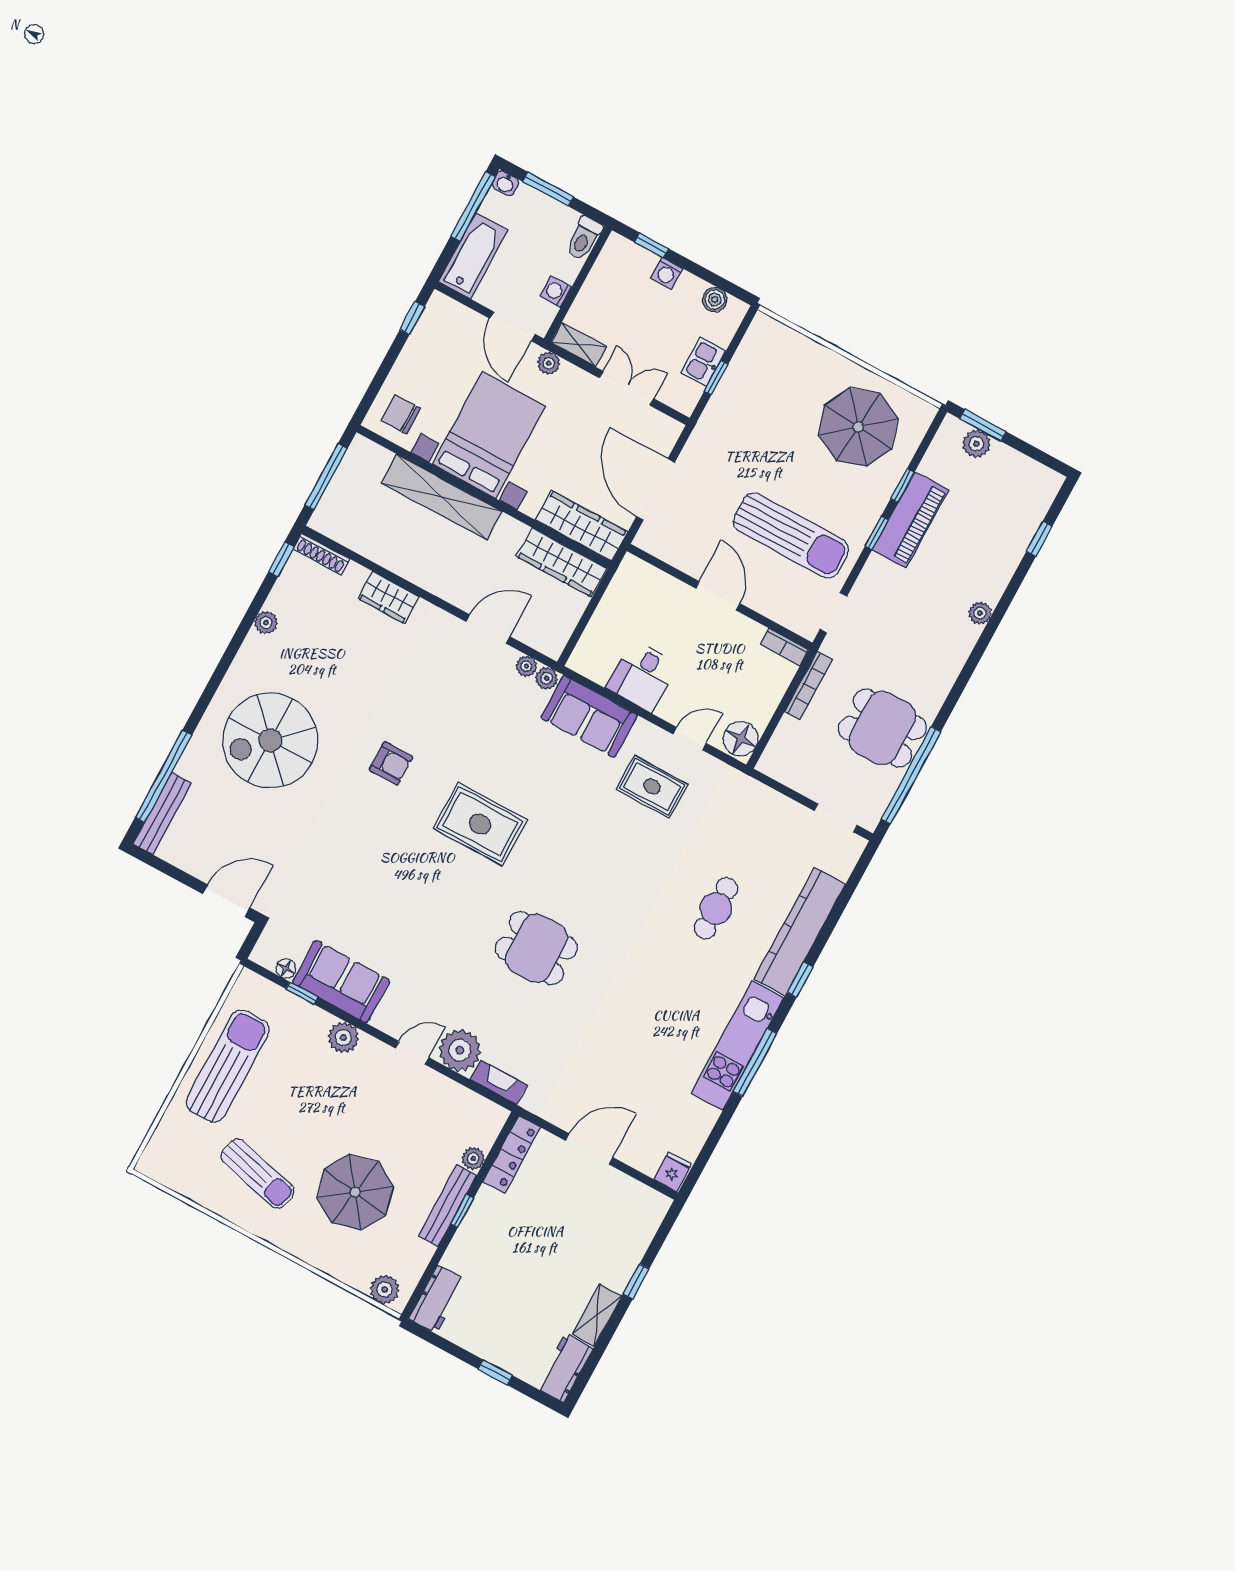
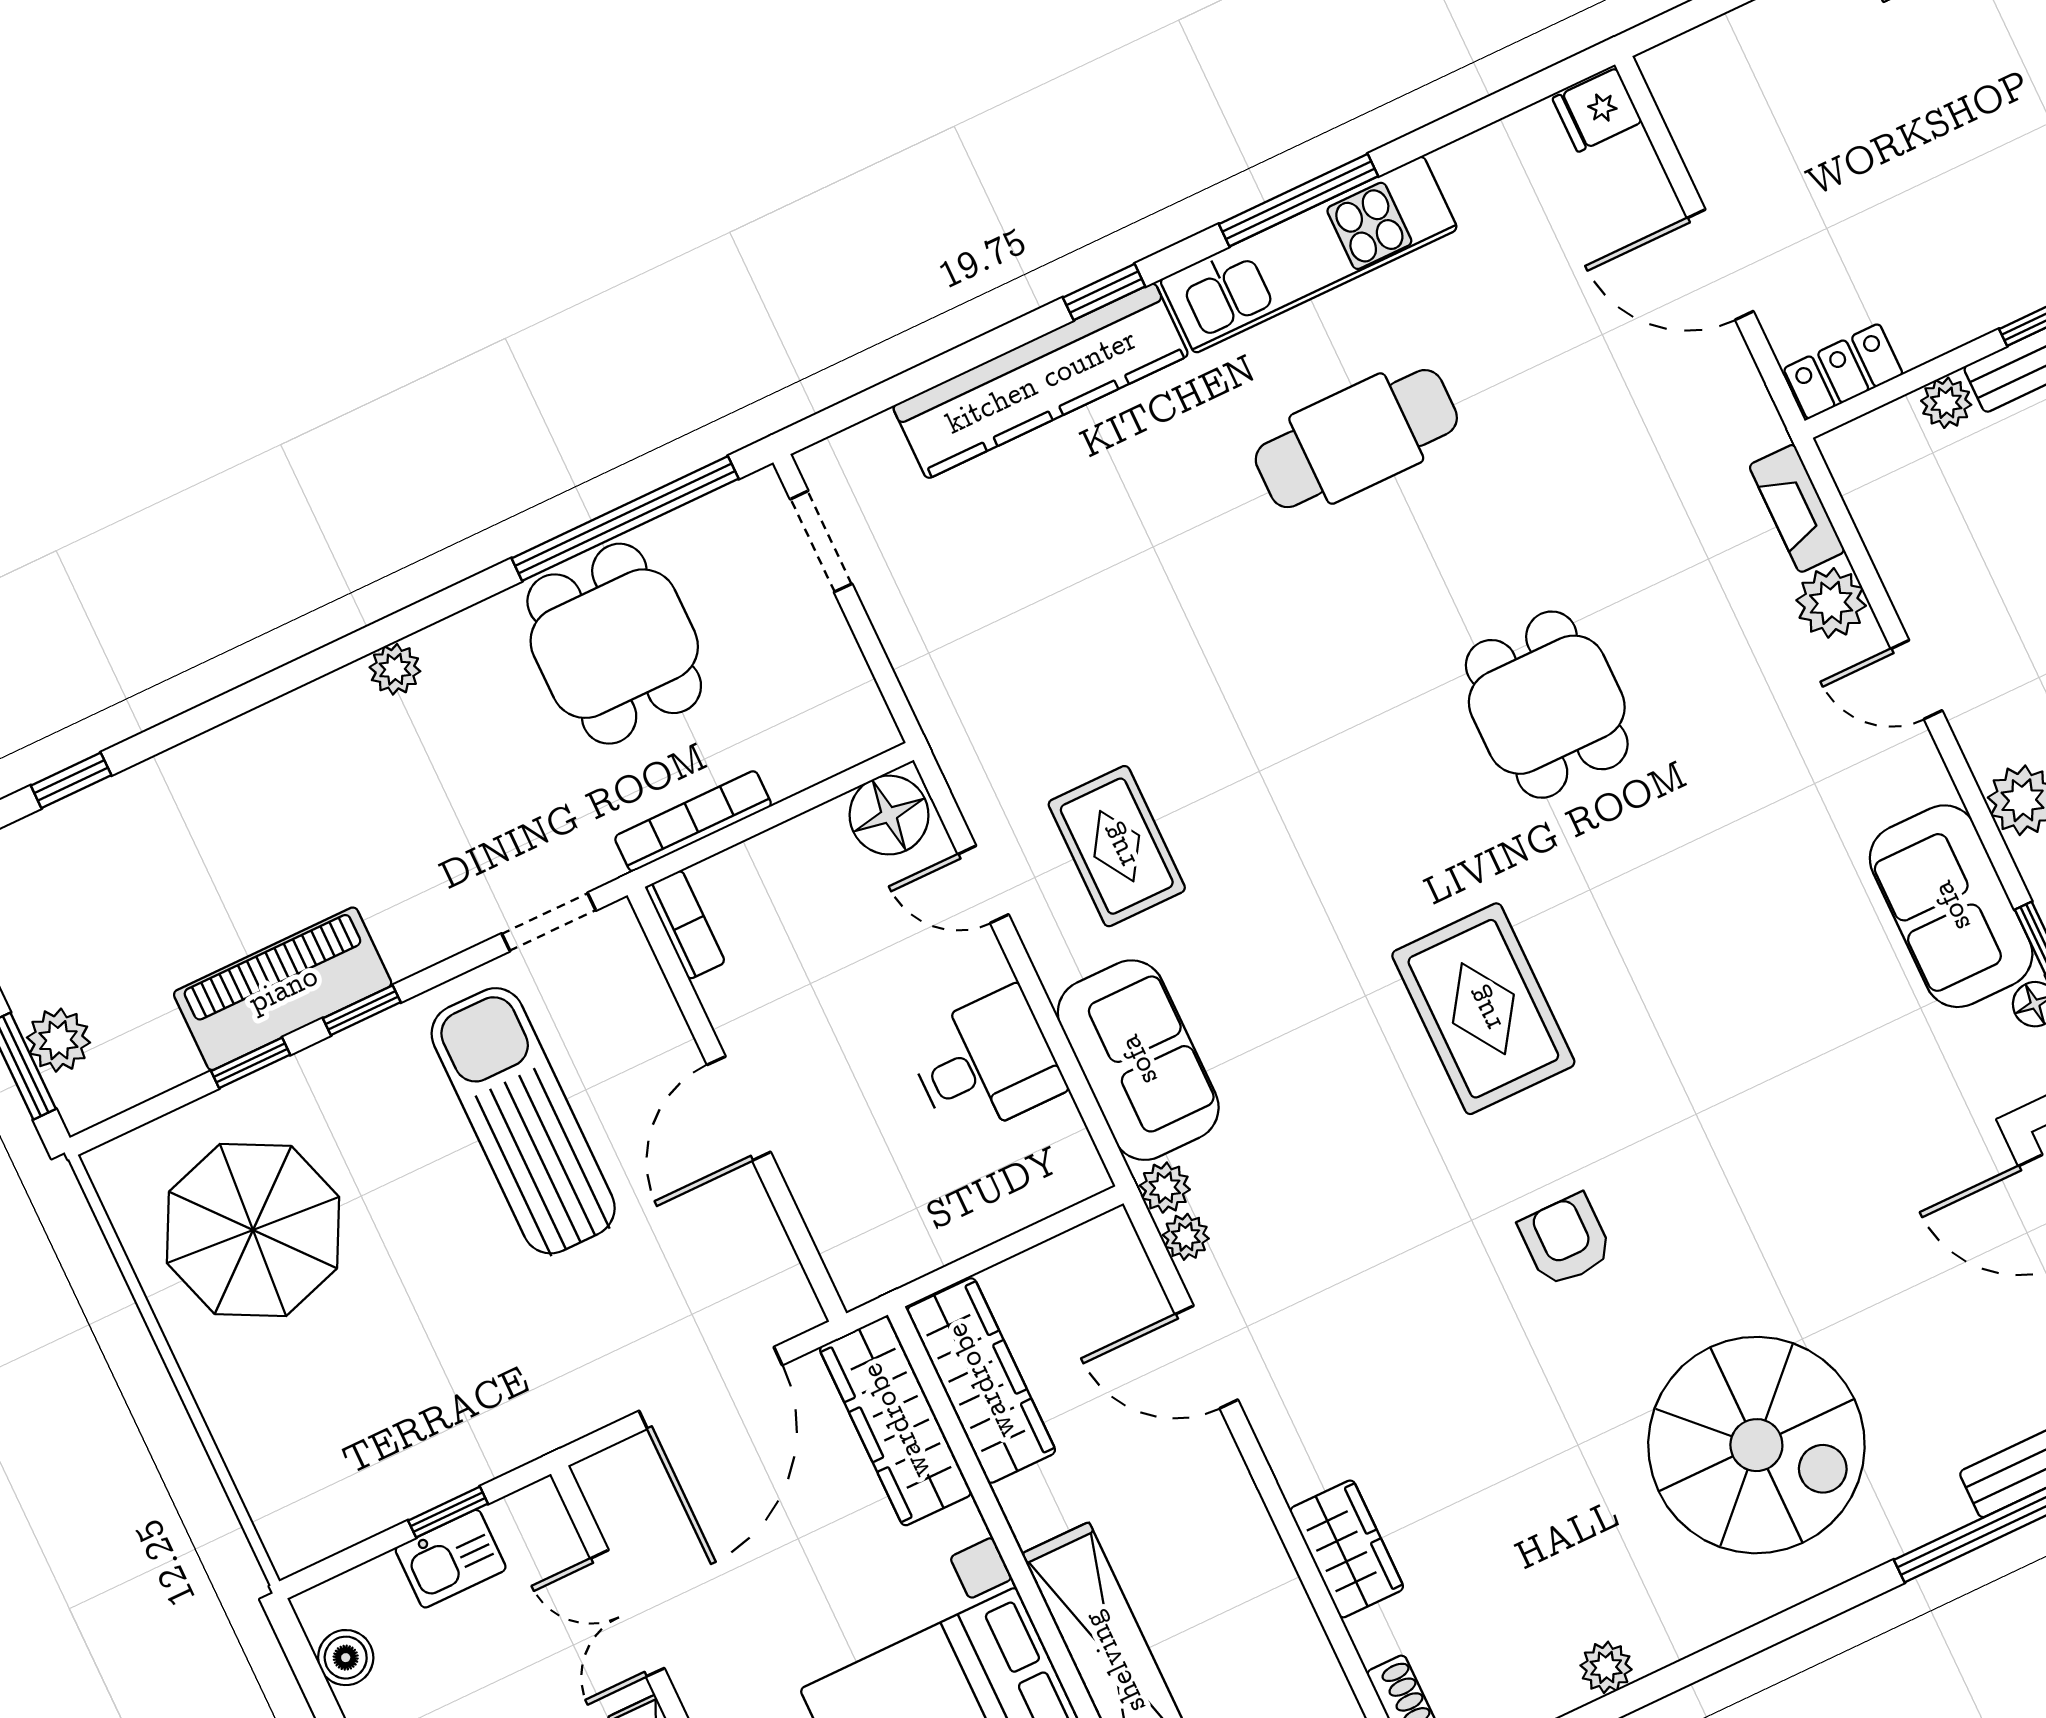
plant: (980, 613) -> (395, 669), moved
cafe table: (716, 908) -> (1356, 439), moved, width x1.37, depth x1.35
plant: (460, 1050) -> (1831, 603), width x0.73, depth x0.73
locker: (512, 1154) -> (1843, 371), width x0.66

